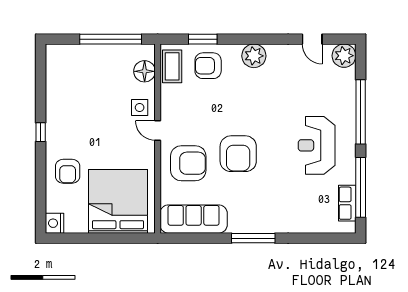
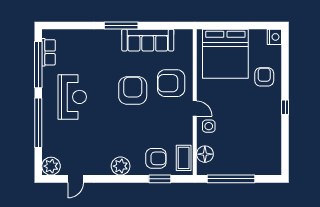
door: (312, 39) -> (76, 179), swing flipped
sofa: (194, 219) -> (148, 40), moved

